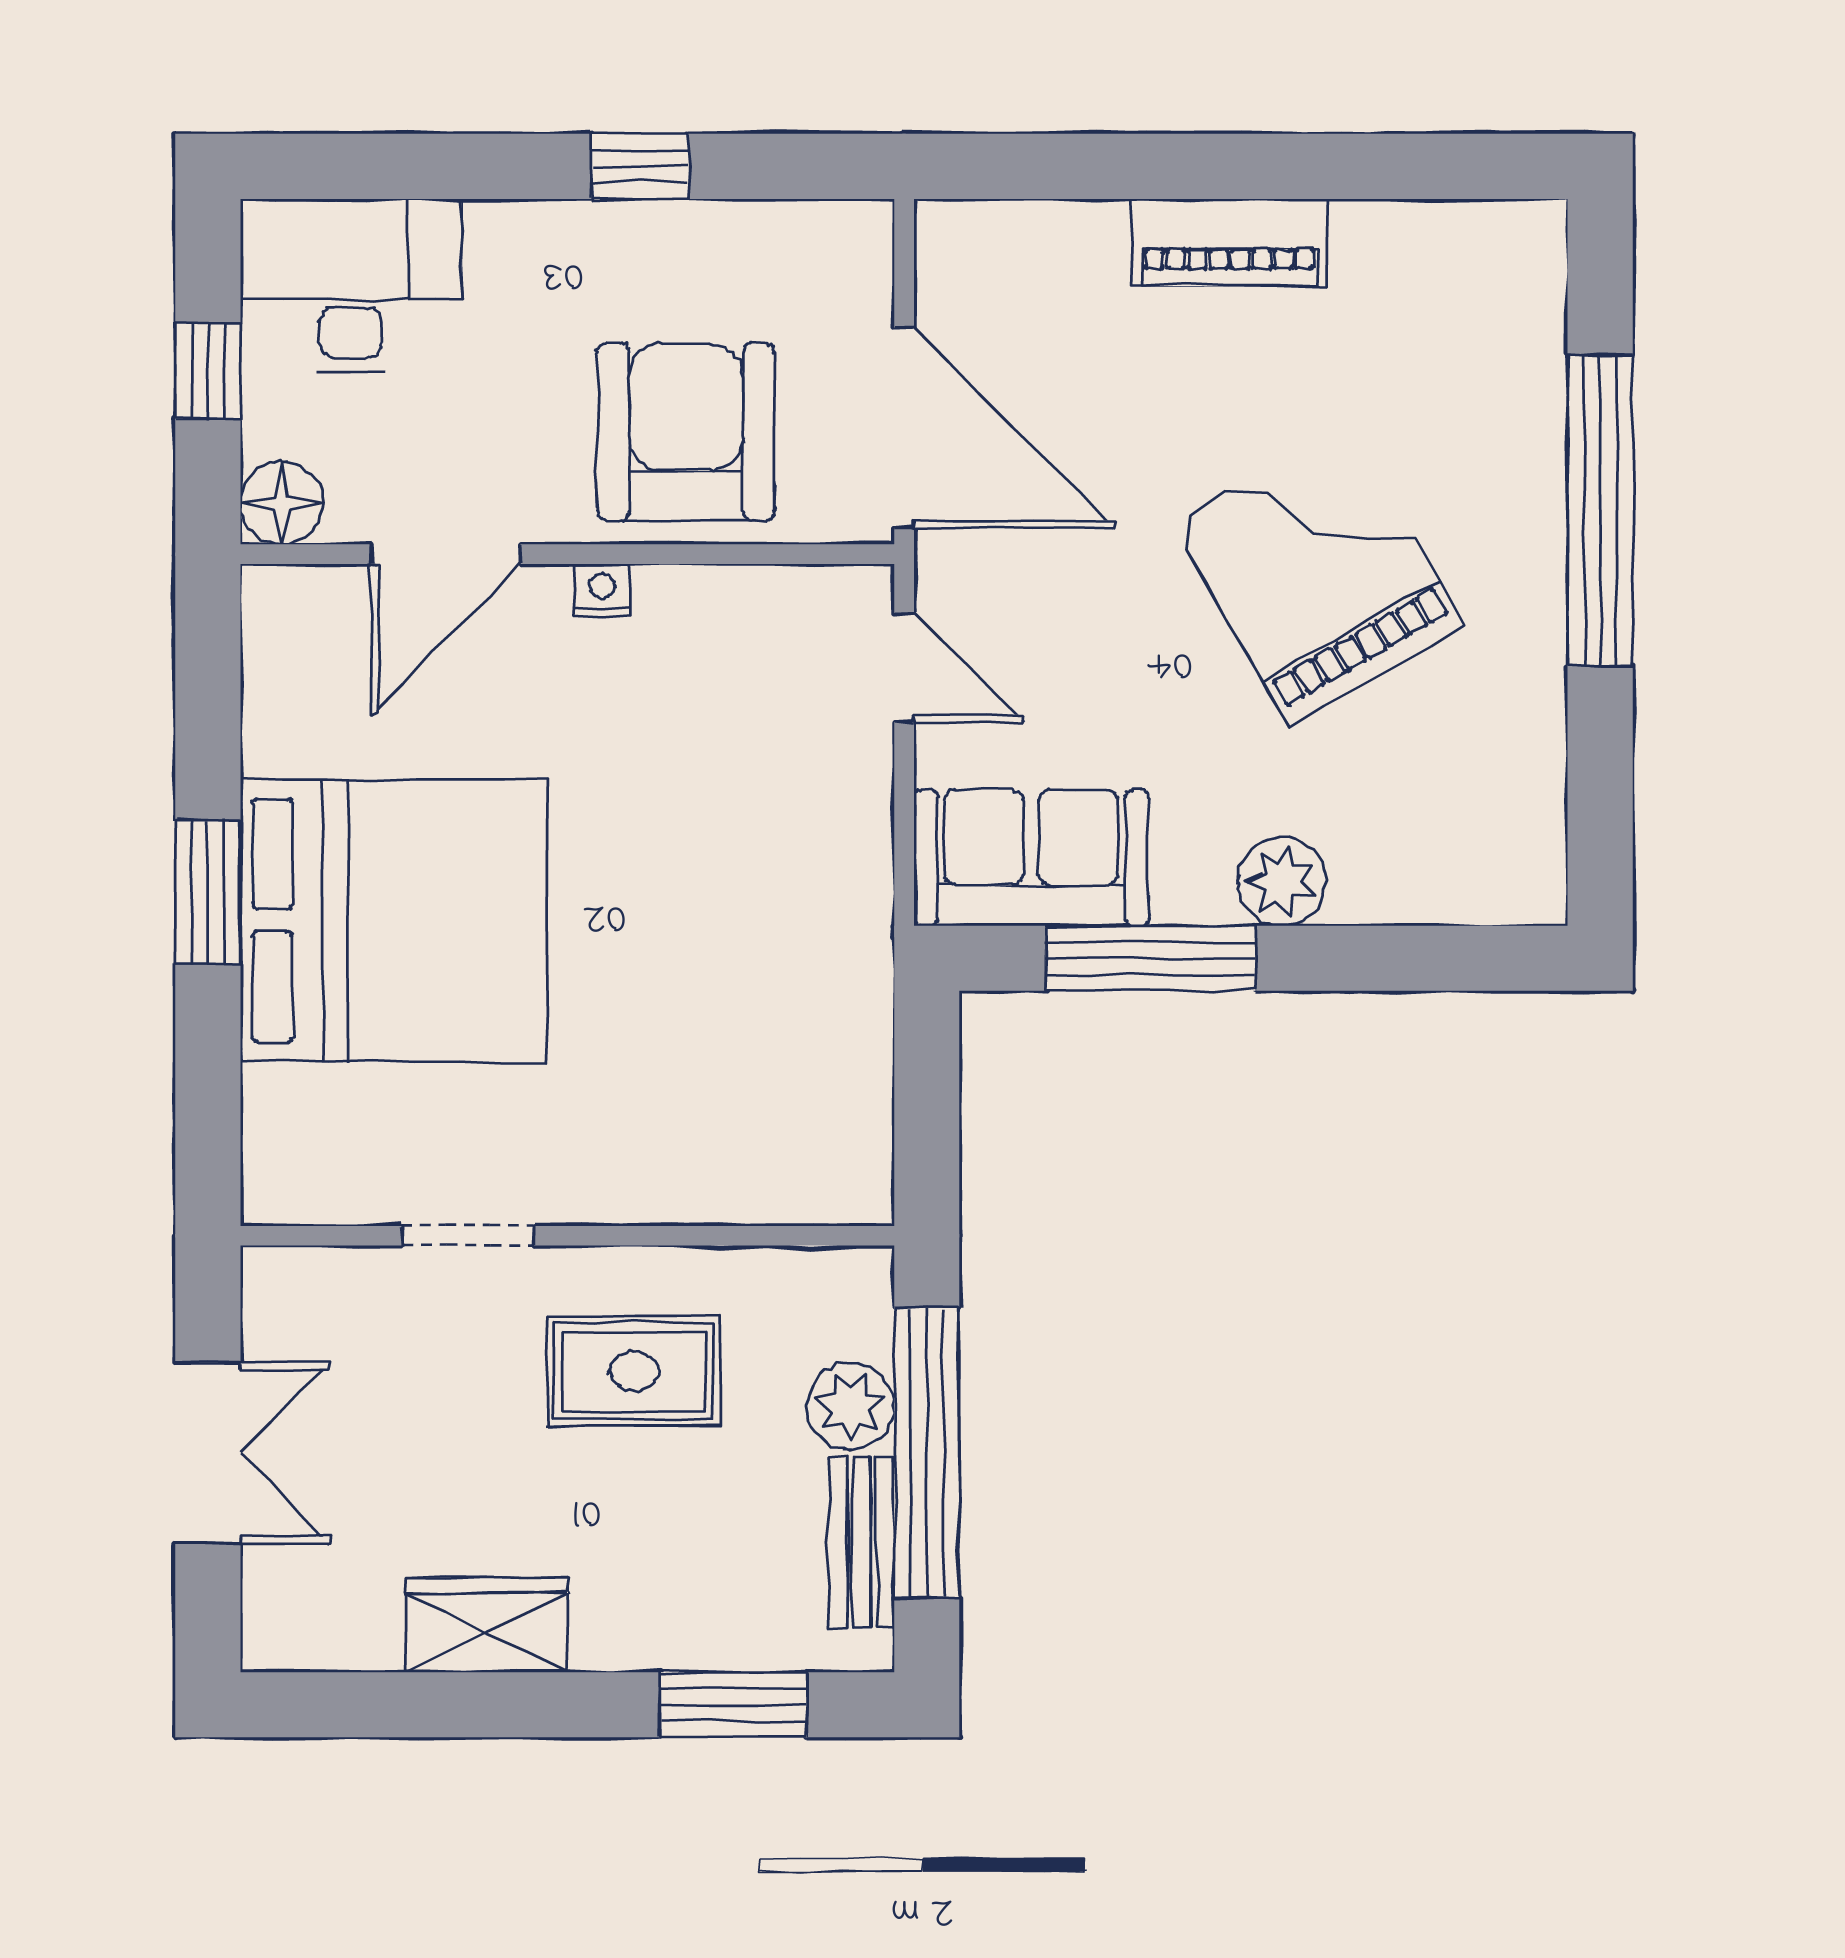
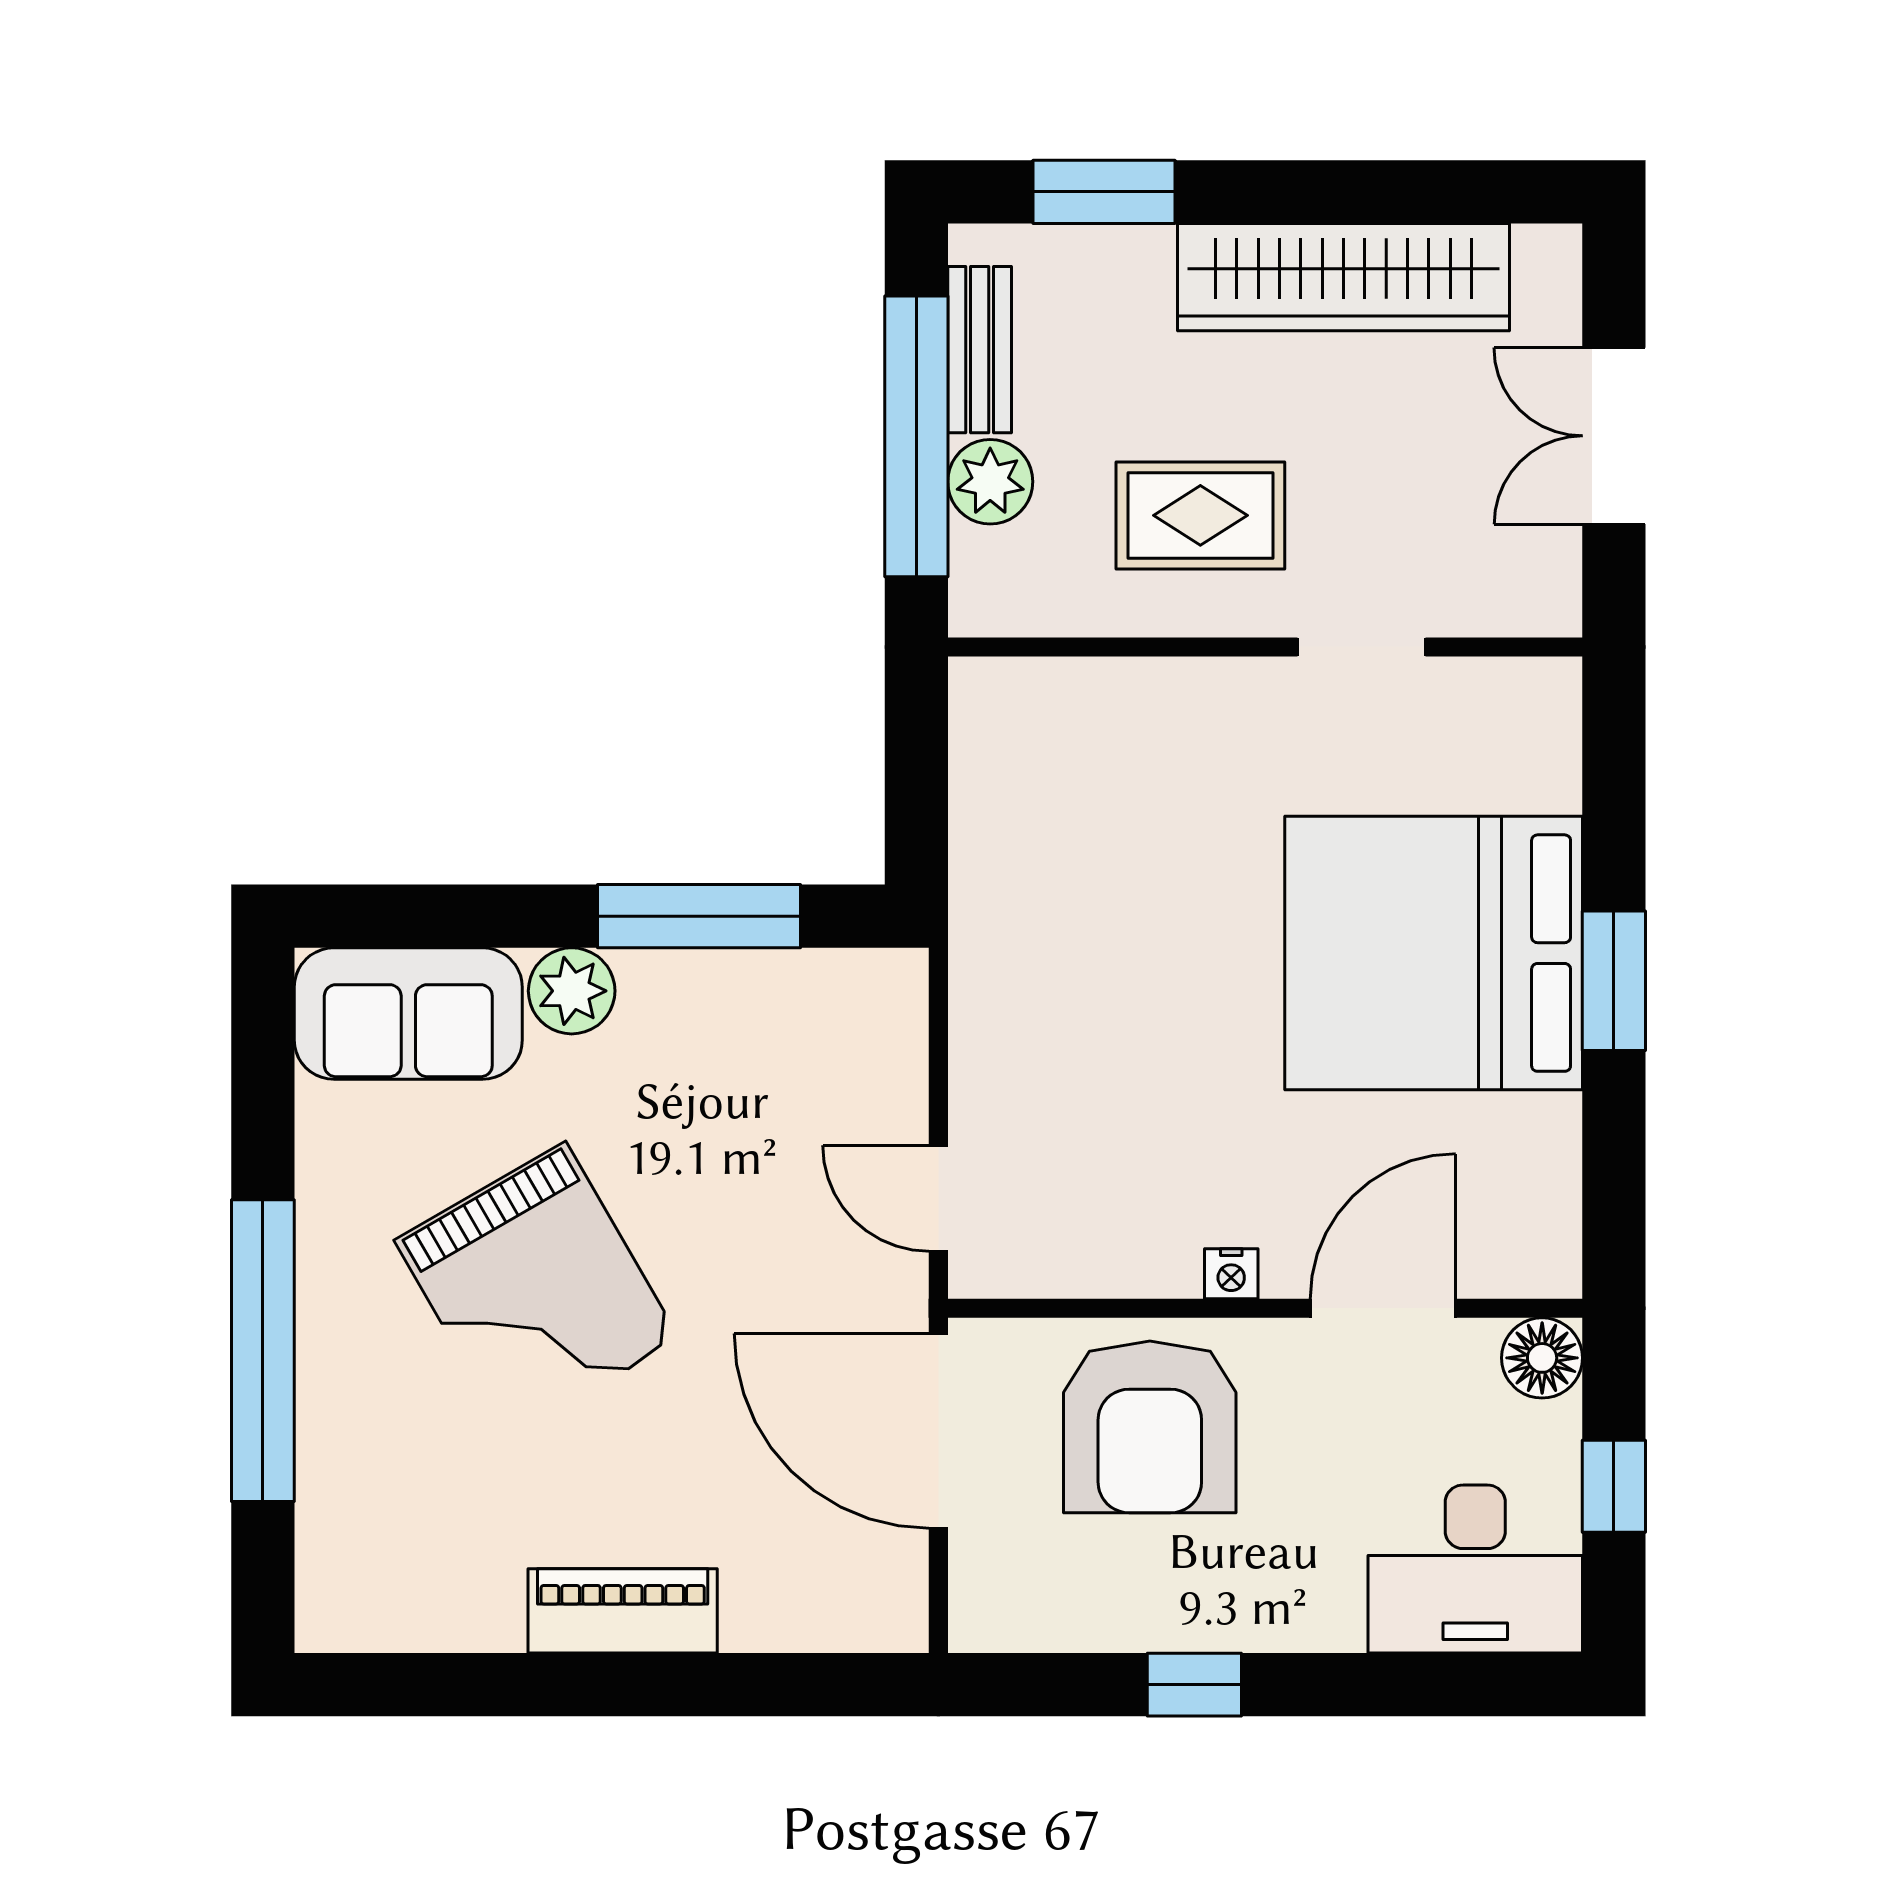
sofa: (1031, 858) -> (408, 1014), moved
wardrobe: (487, 1625) -> (1343, 277), width x2.10, depth x1.17

